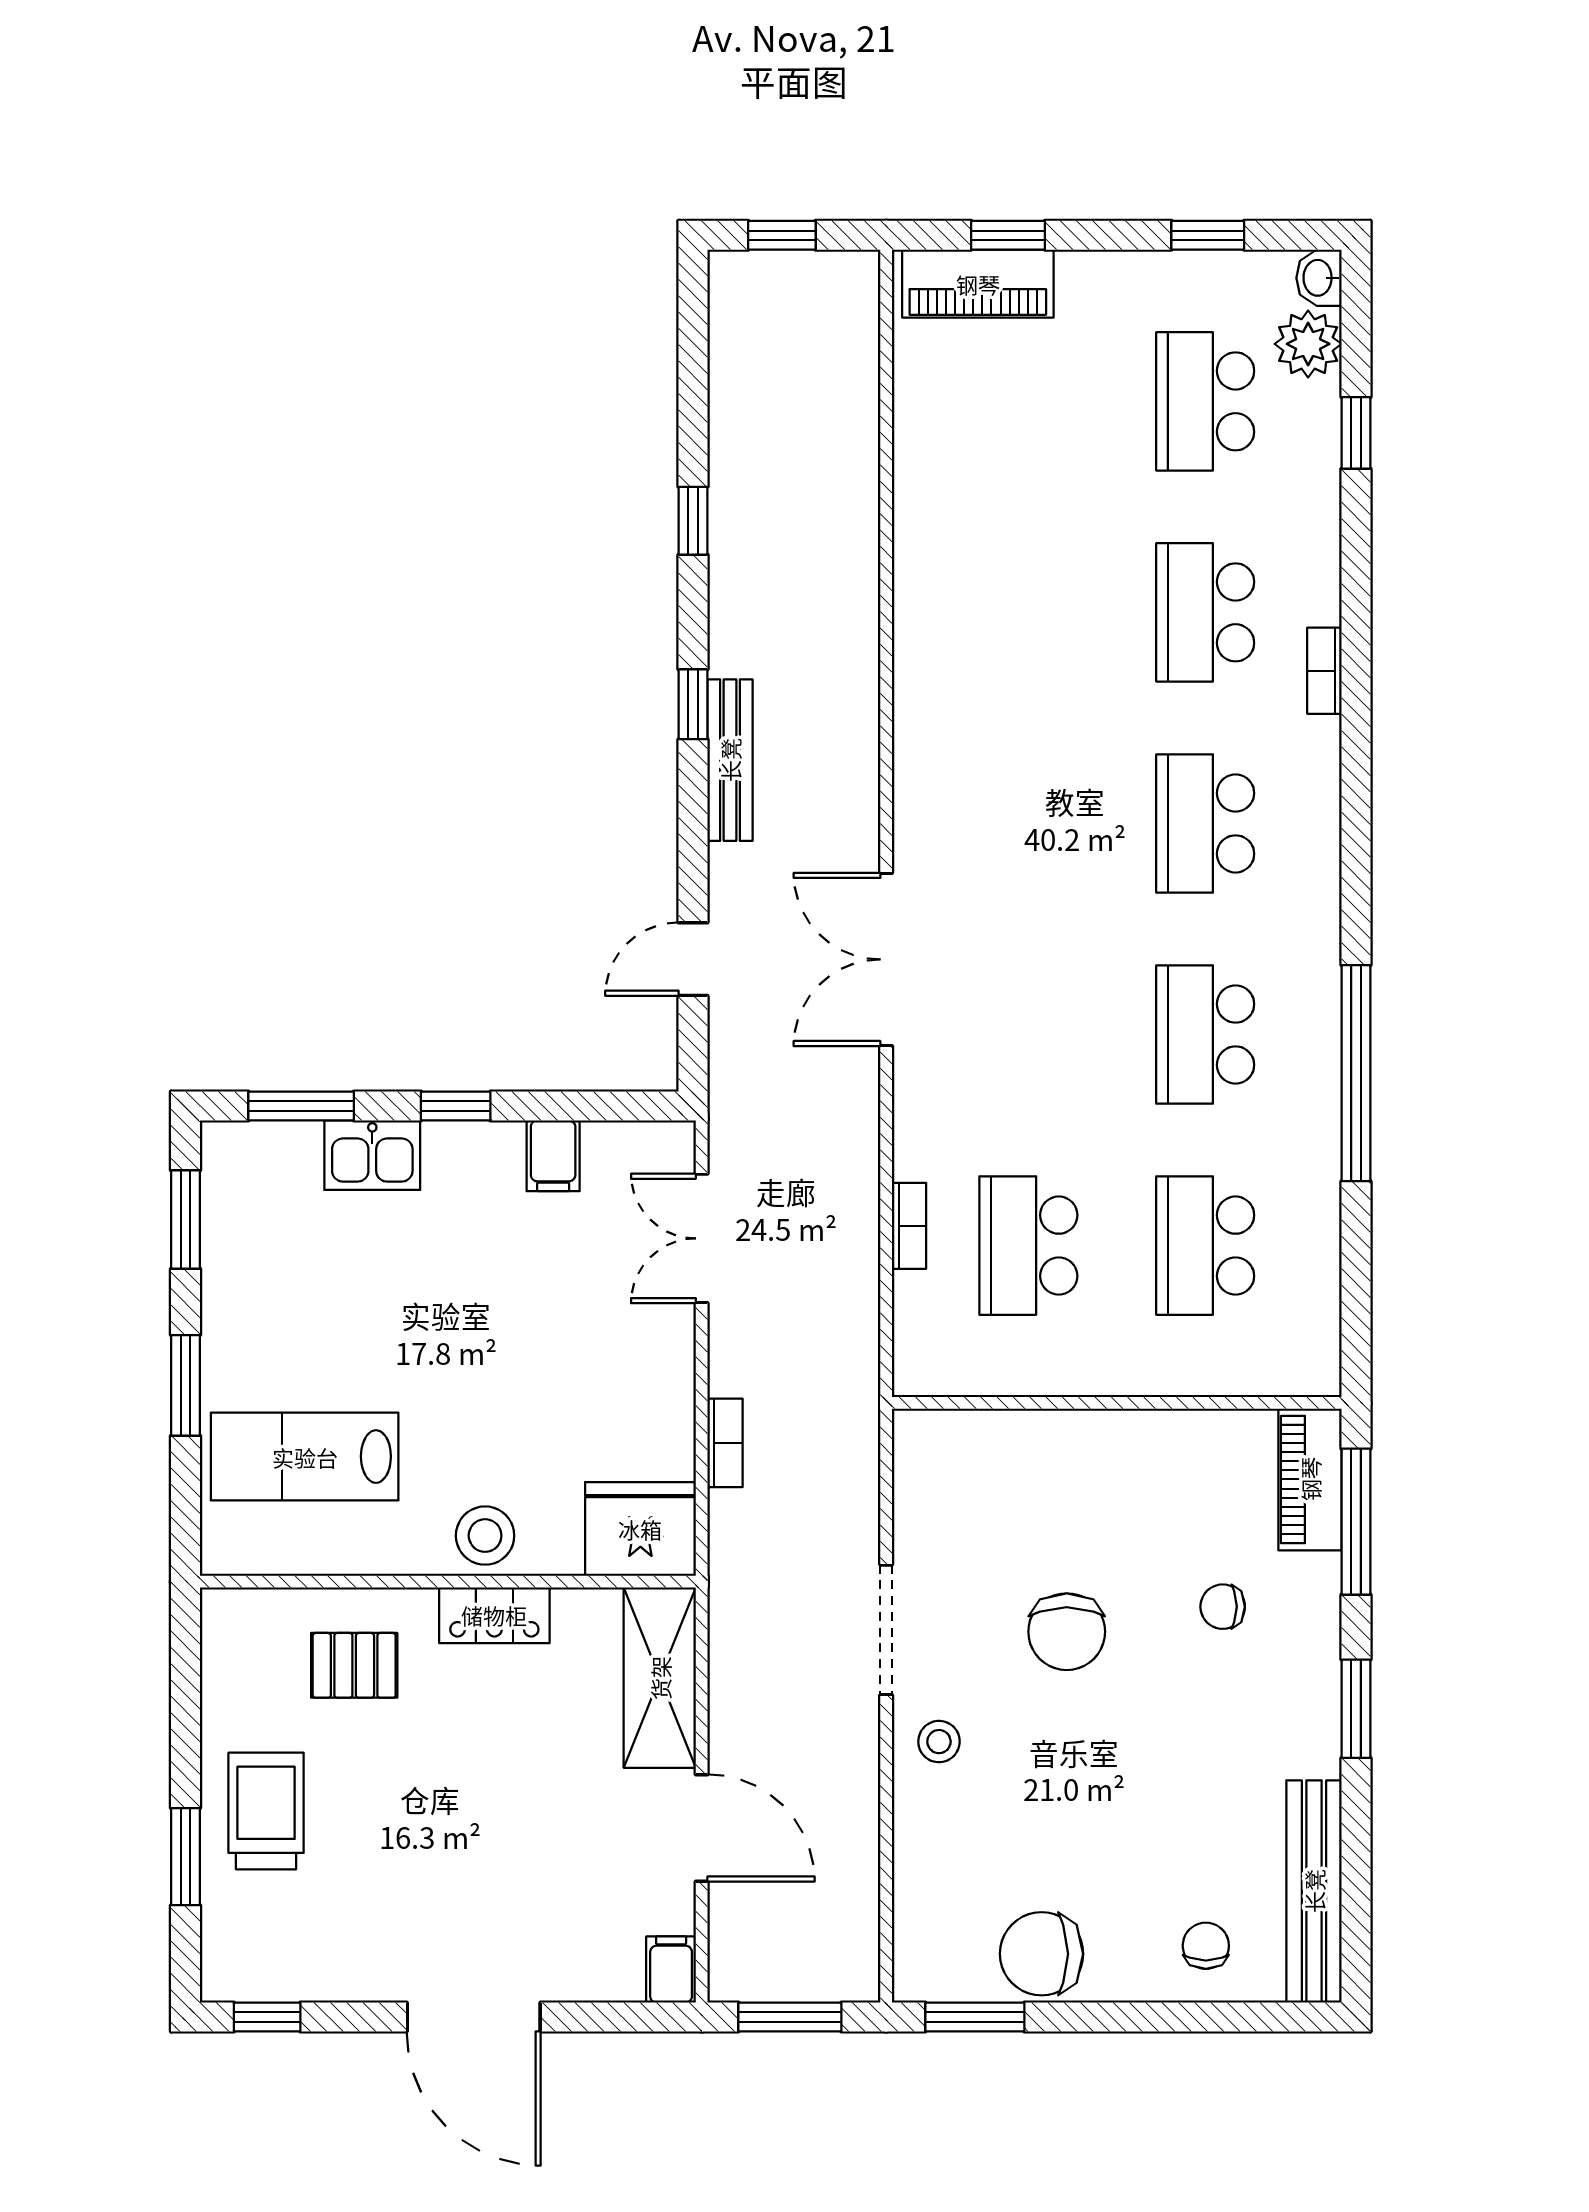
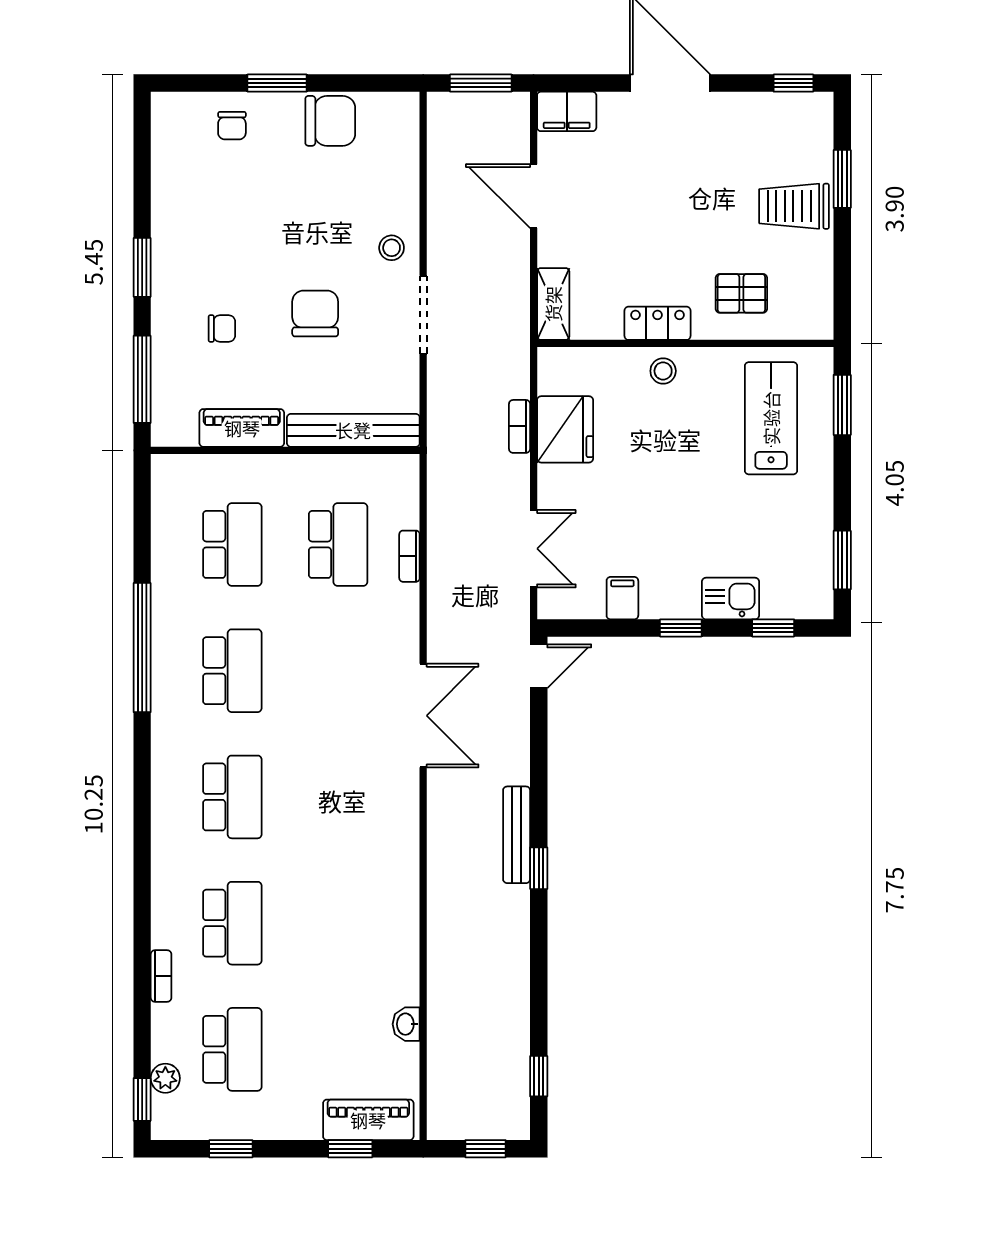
washbasin: (1319, 278) -> (406, 1024), moved, turned 180
plant: (1308, 344) -> (165, 1078), width x0.73, depth x0.73
window: (1356, 433) -> (142, 1099), moved
window: (693, 521) -> (539, 1076), moved
bookcase: (1324, 671) -> (161, 976), moved
door: (693, 959) -> (539, 666), moved
window: (301, 1106) -> (773, 628), width x0.67
window: (186, 1385) -> (842, 405), moved
lab bench: (305, 1457) -> (771, 418), turned -90
piano: (1310, 1479) -> (242, 428), moved, turned -90
fridge: (640, 1529) -> (565, 429), moved, turned -90
stool: (485, 1536) -> (663, 371), width x0.73, depth x0.73
shelving: (660, 1678) -> (553, 304), width x0.67, depth x0.75
trolley: (266, 1811) -> (794, 206), turned 90
bench: (1314, 1891) -> (353, 430), moved, turned 90
filing cabinet: (671, 1970) -> (567, 111), width x2.00
window: (975, 2017) -> (277, 83), moved

